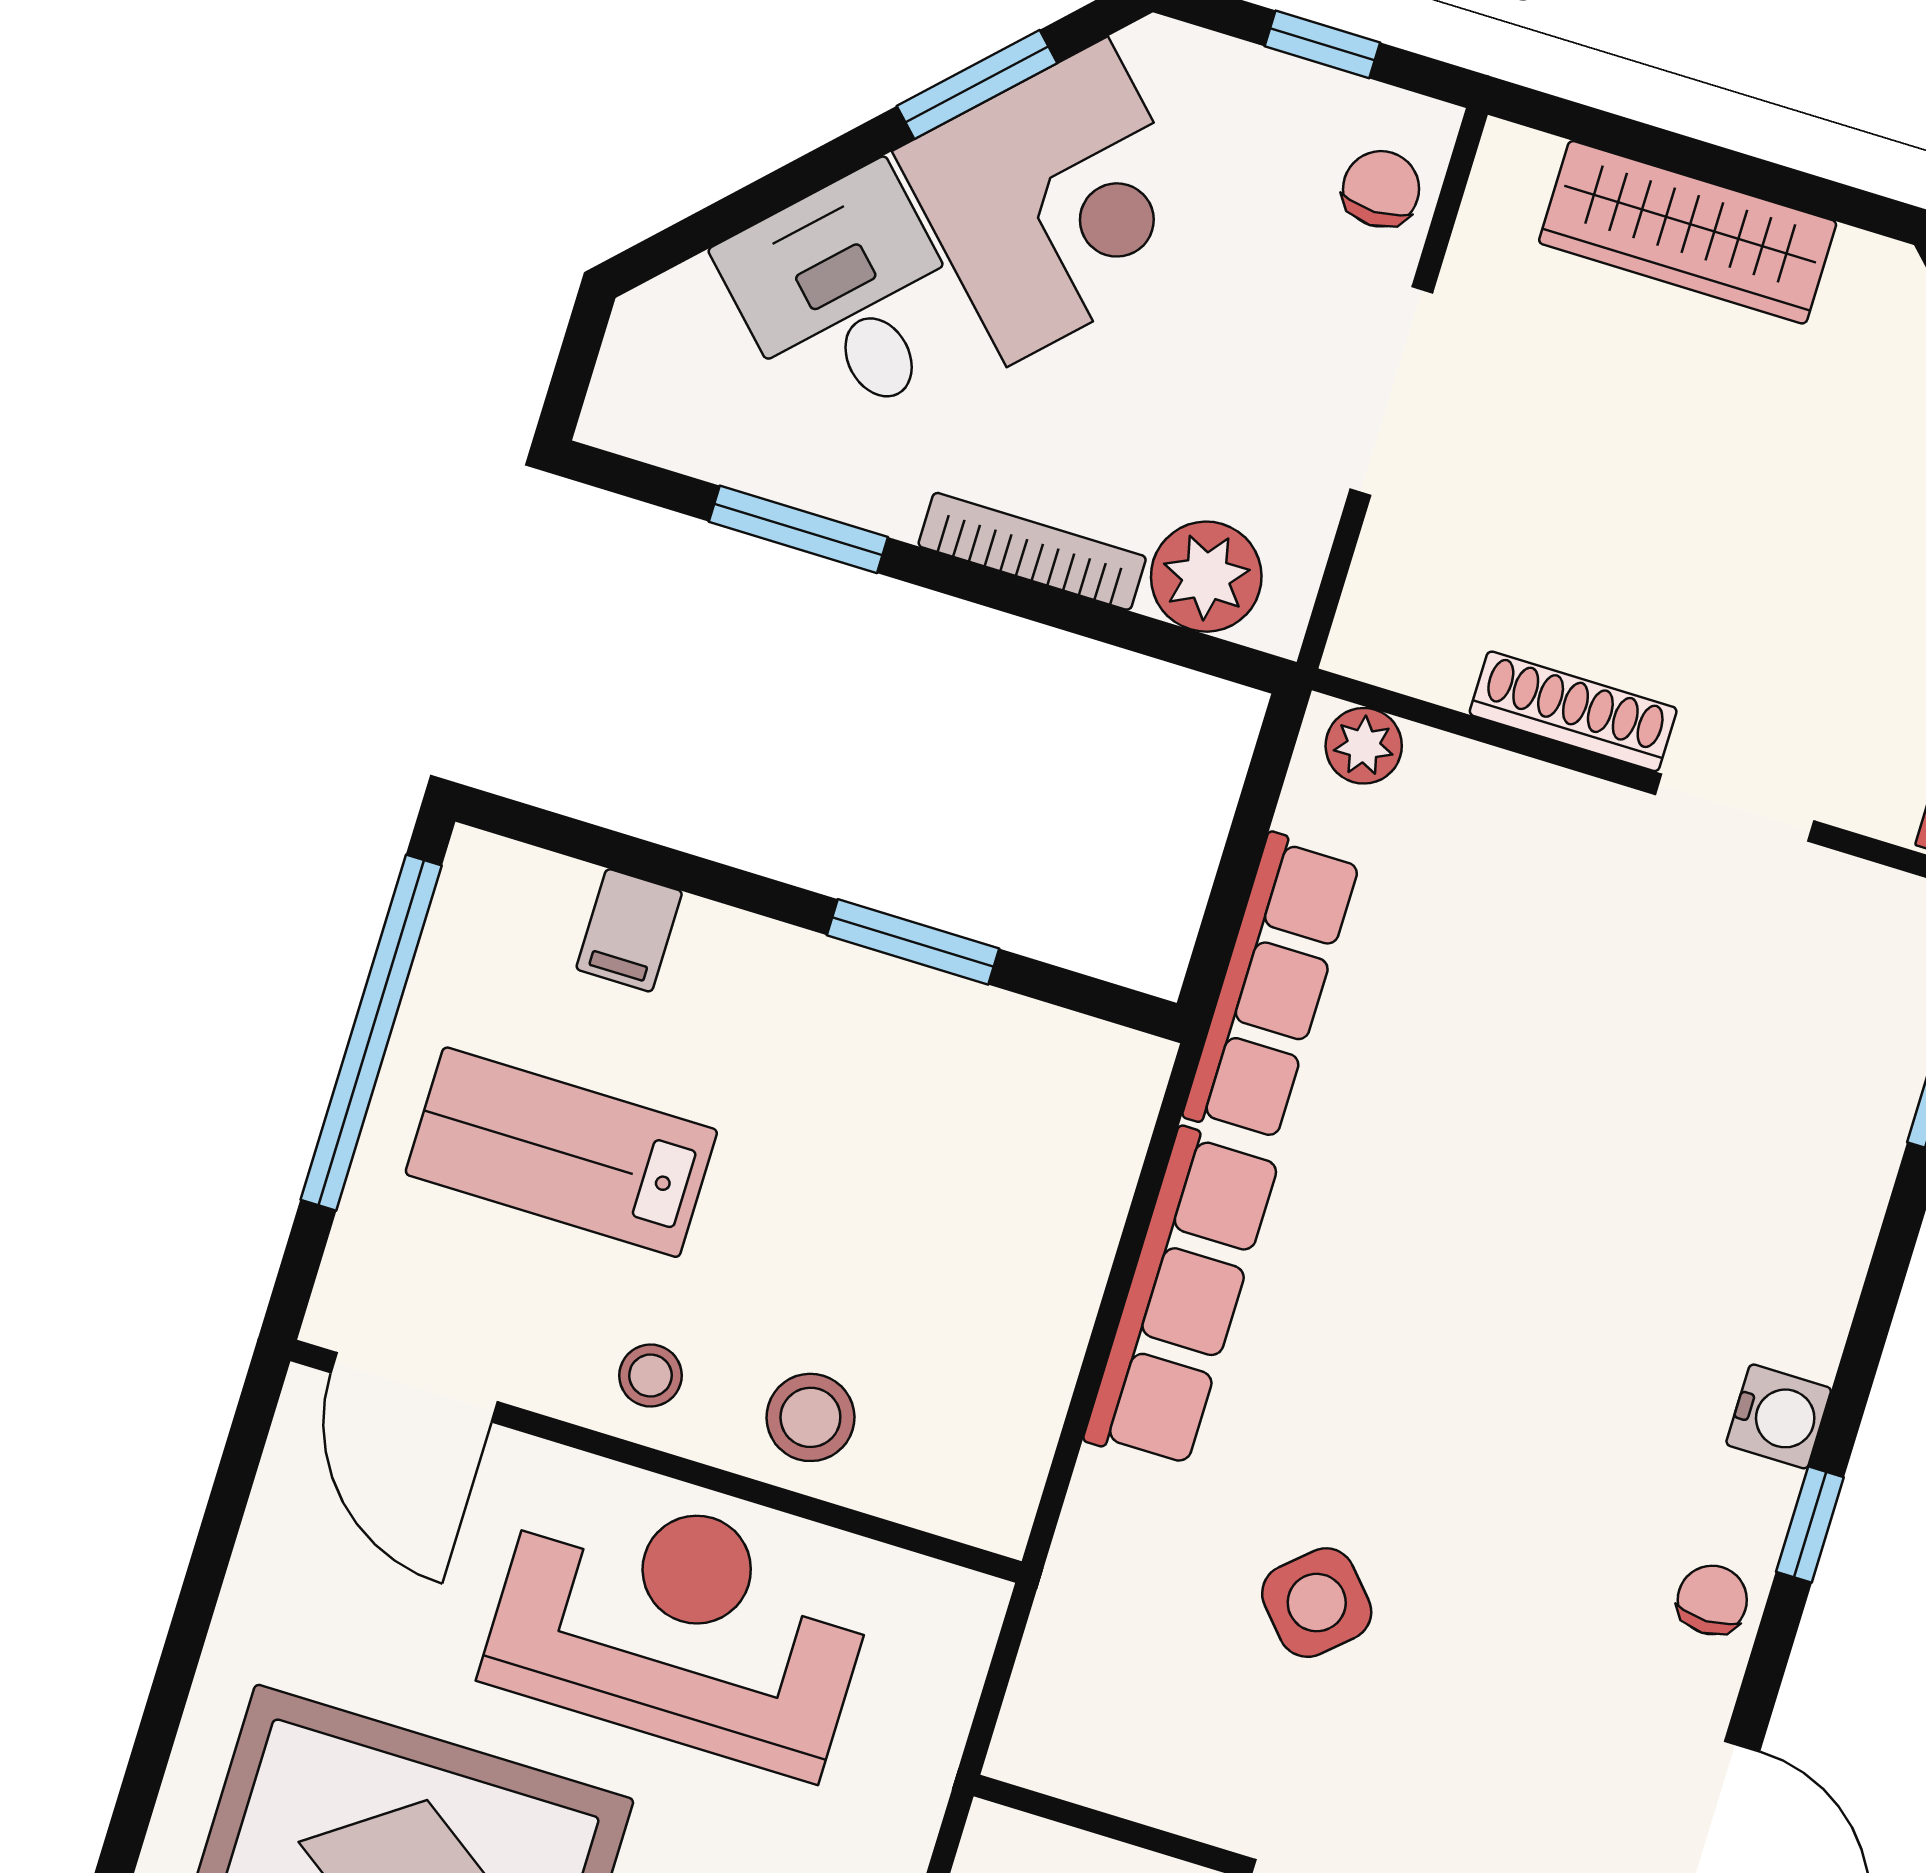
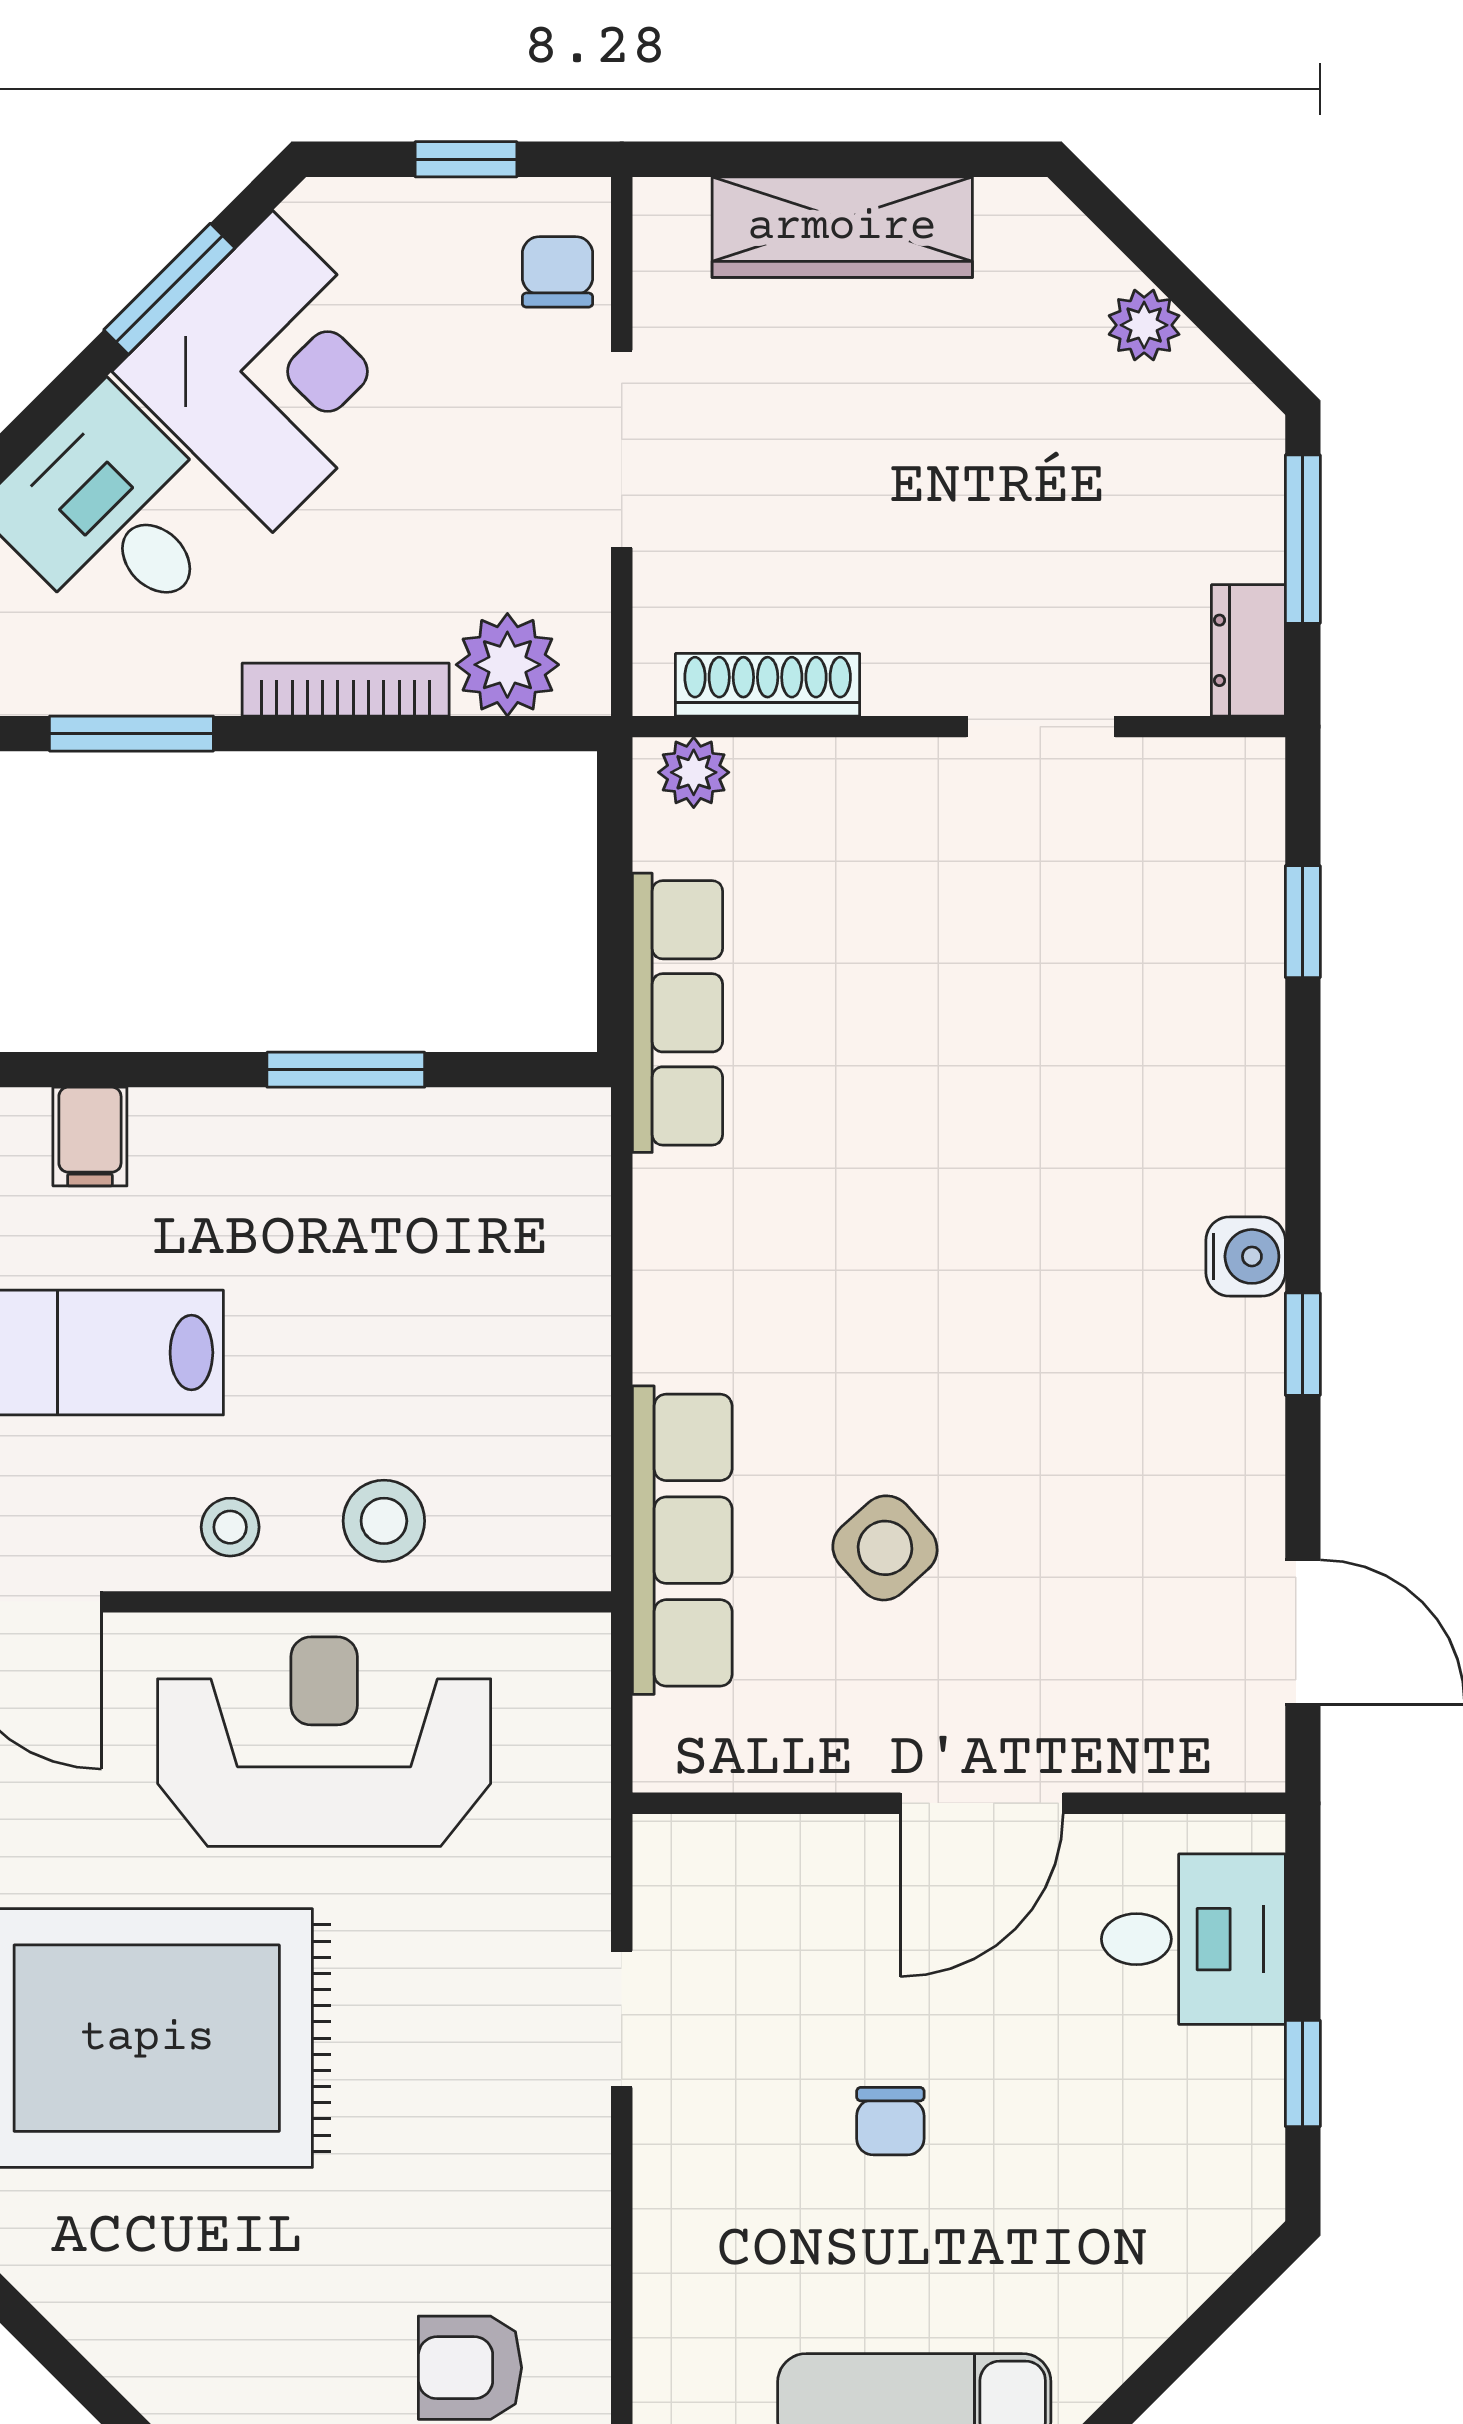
shoe rack: (1573, 711) -> (768, 685), moved
row of seats: (1182, 1298) -> (682, 1540), moved
chair: (1712, 1600) -> (1236, 1438), removed

